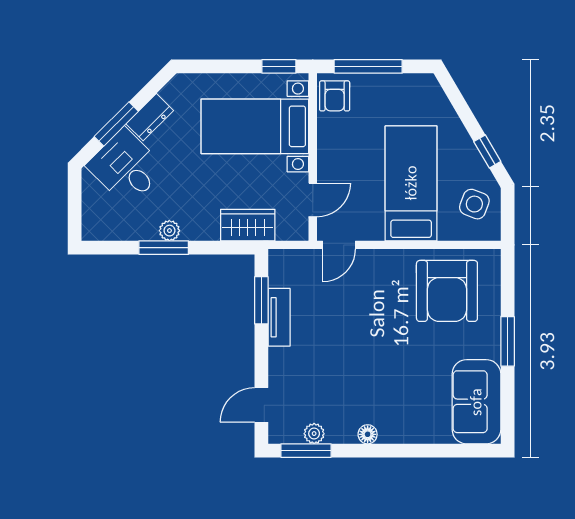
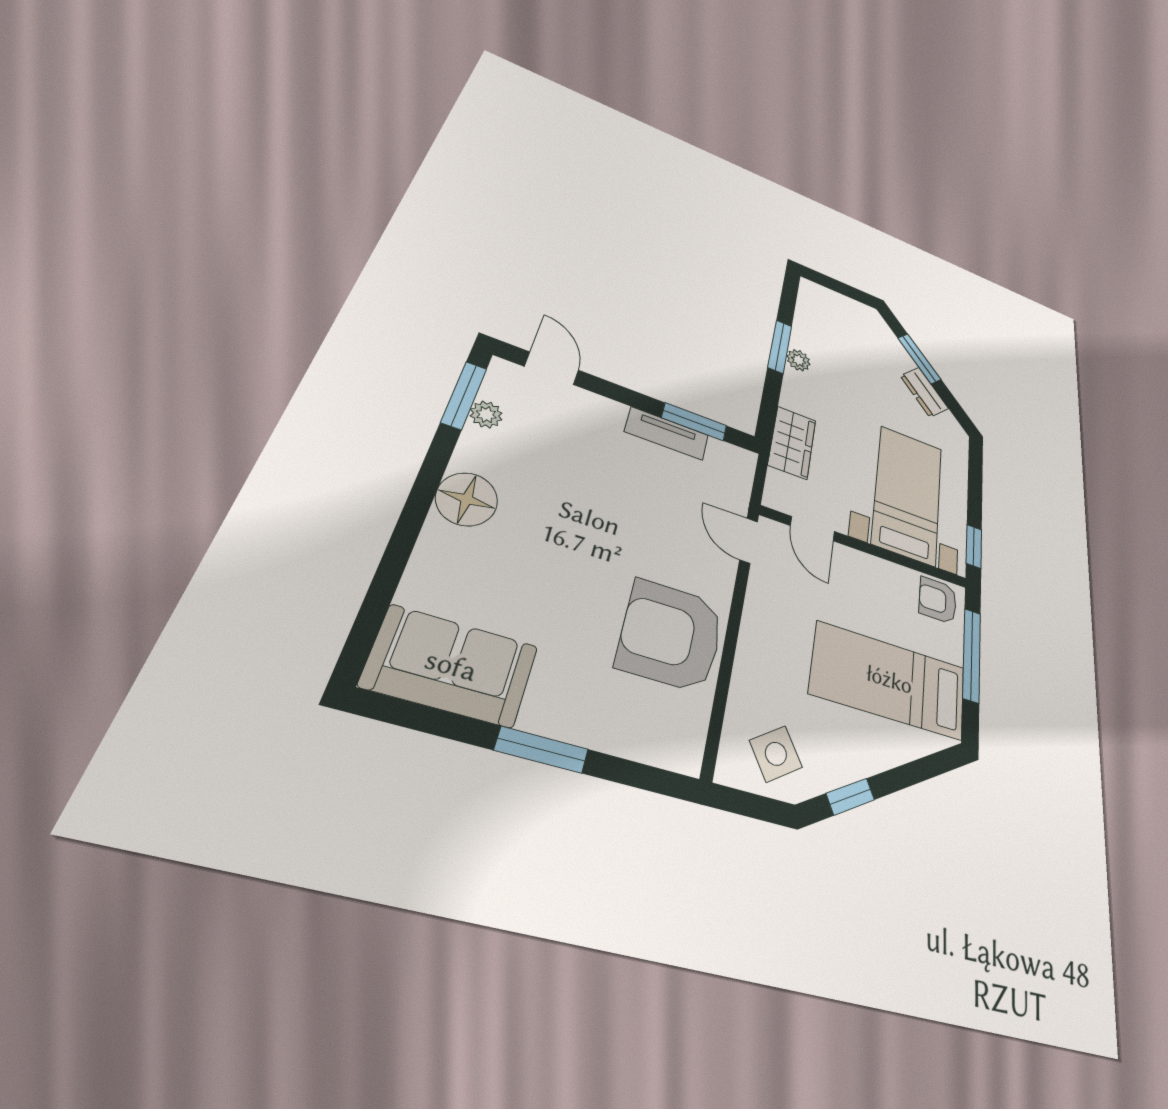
desk: (126, 167) -> (874, 349), removed
bed: (411, 183) -> (889, 680), moved, turned 180
side table: (474, 204) -> (776, 754), turned 35
armchair: (447, 291) -> (671, 635), moved
floor lamp: (368, 434) -> (467, 499), width x1.89, depth x1.89

